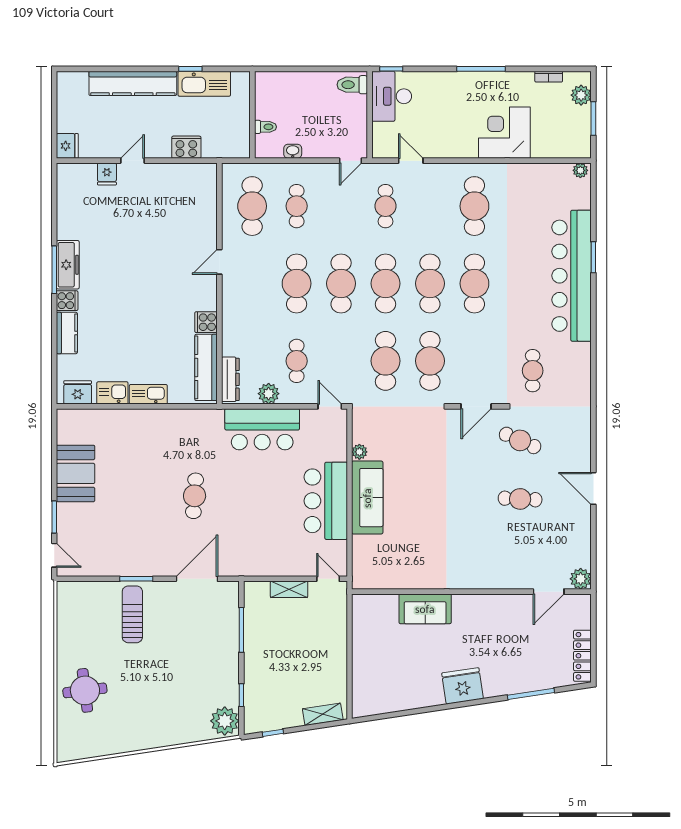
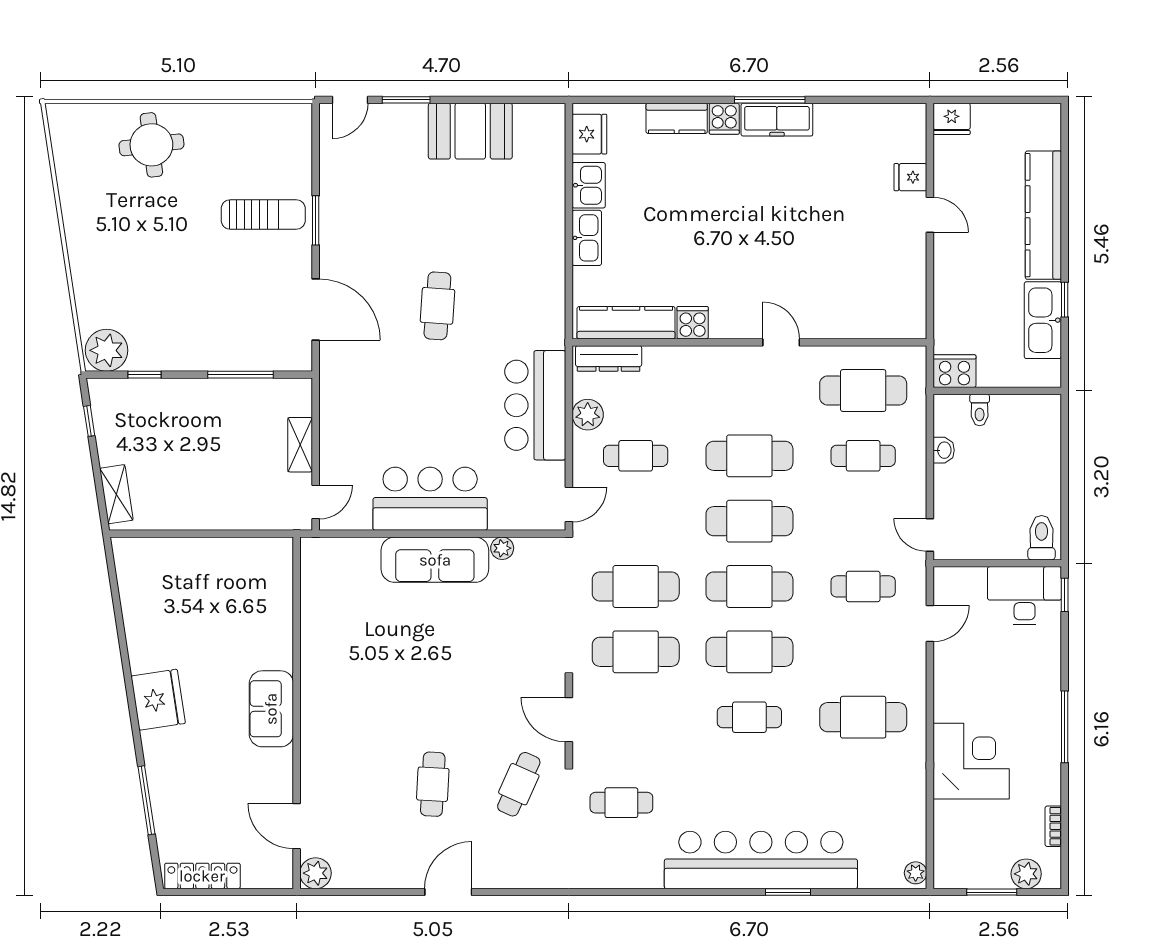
cooker: (186, 147) -> (954, 371), moved, turned -90
cafe table: (474, 283) -> (749, 717), width x0.73, depth x0.74
cafe table: (195, 496) -> (437, 306), turned 90
sofa: (425, 609) -> (271, 709), moved

